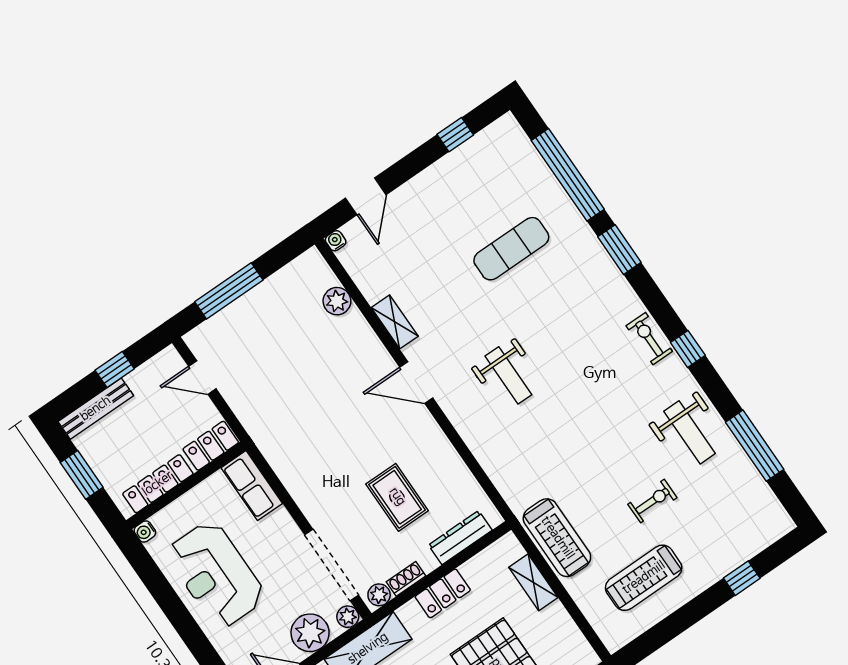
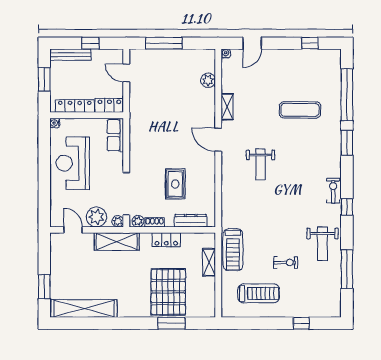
treadmill: (644, 578) -> (259, 293), turned 180

